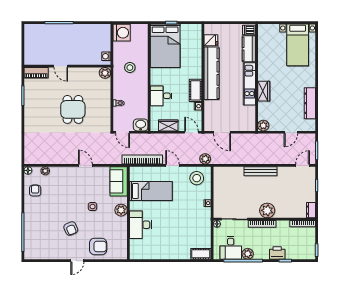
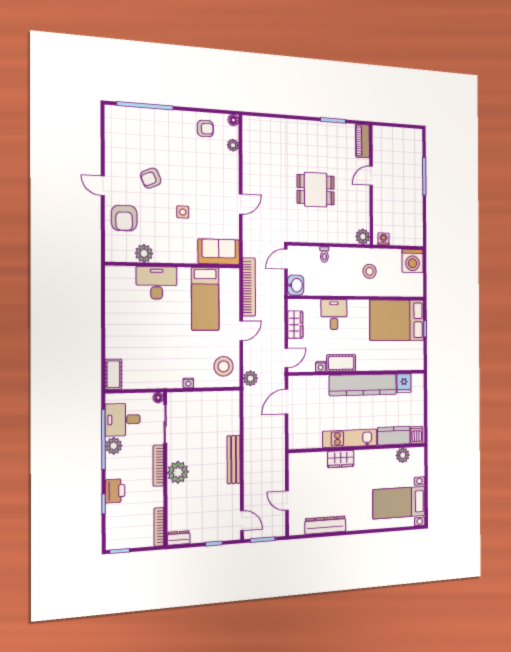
plant: (263, 126) -> (403, 455), moved
plant: (121, 210) -> (144, 253), moved

